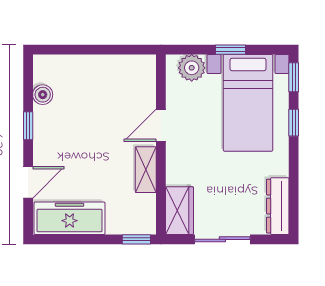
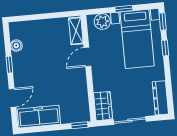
shelving: (146, 170) -> (76, 31), moved

